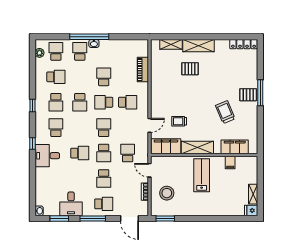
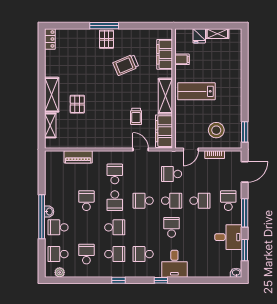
locker: (244, 44) -> (50, 39), width x0.66
school desk: (104, 77) -> (86, 201), turned 90
fridge: (251, 210) -> (199, 36), moved

